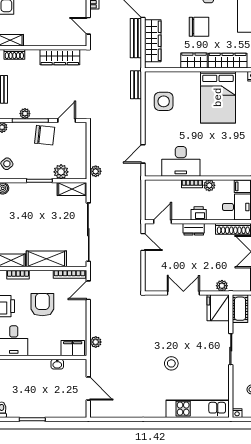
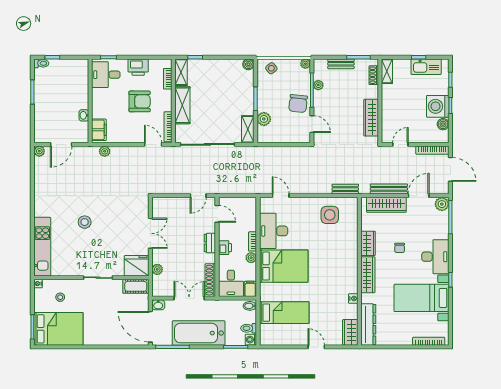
chair: (199, 27) -> (400, 248), width x0.54, depth x0.54
bed: (218, 97) -> (284, 266), moved, turned 180
plant: (96, 171) -> (39, 151), moved

